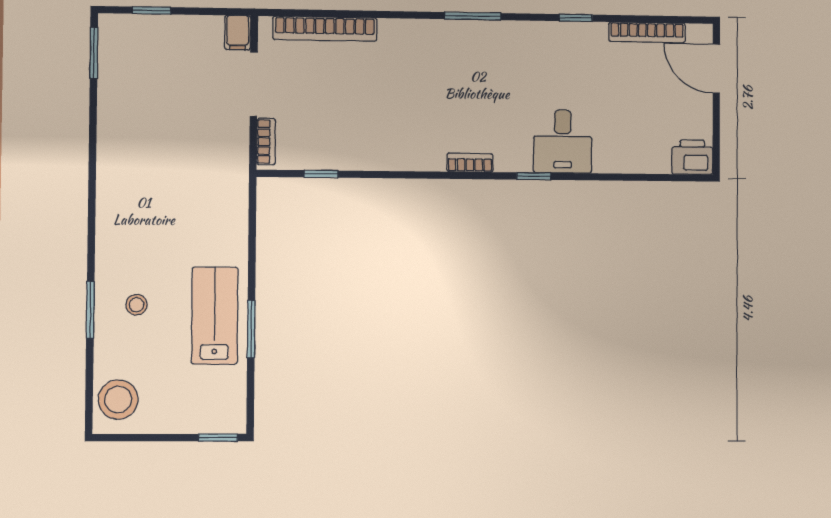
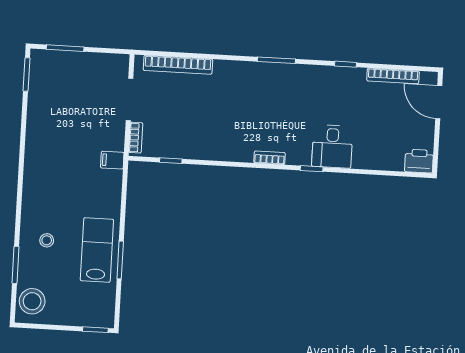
window: (152, 10) -> (65, 48), width x1.50
filing cabinet: (238, 33) -> (112, 160), moved, turned 90
window: (90, 310) -> (15, 265), moved

